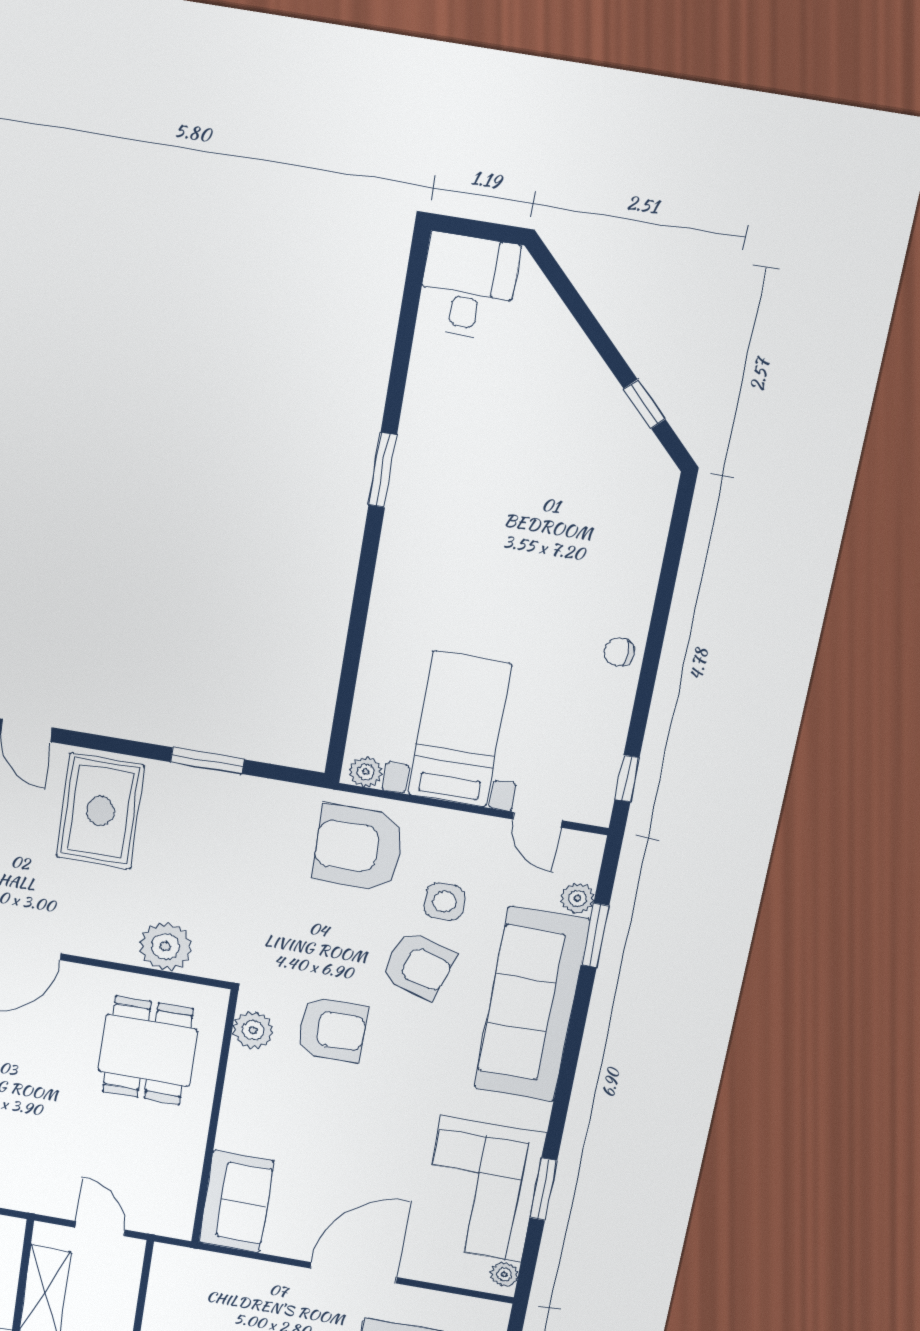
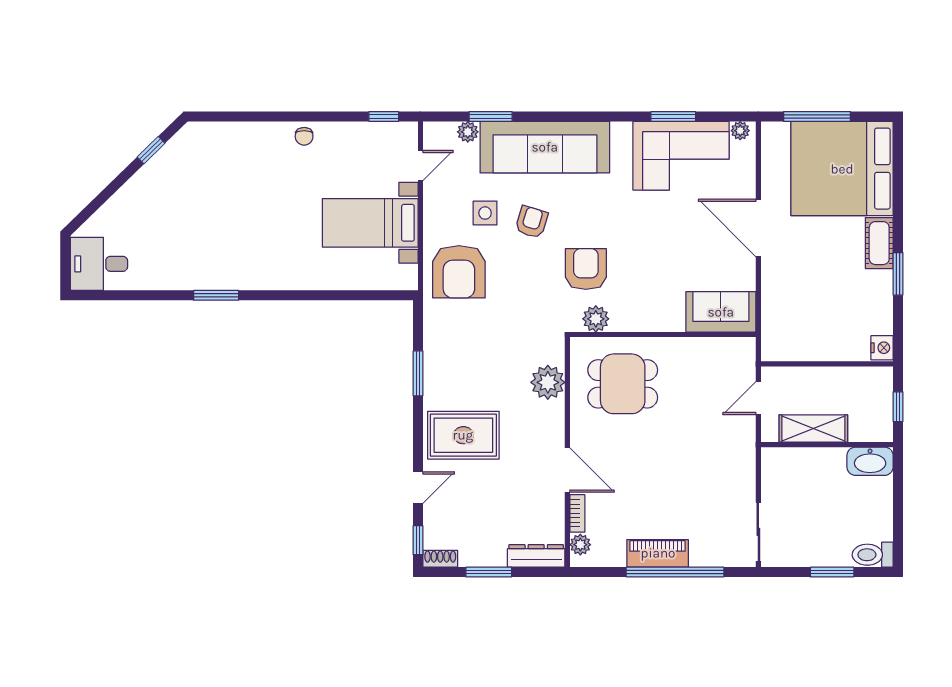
plant: (366, 772) -> (408, 275), removed
armchair: (418, 966) -> (532, 222), width x0.72, depth x0.72

